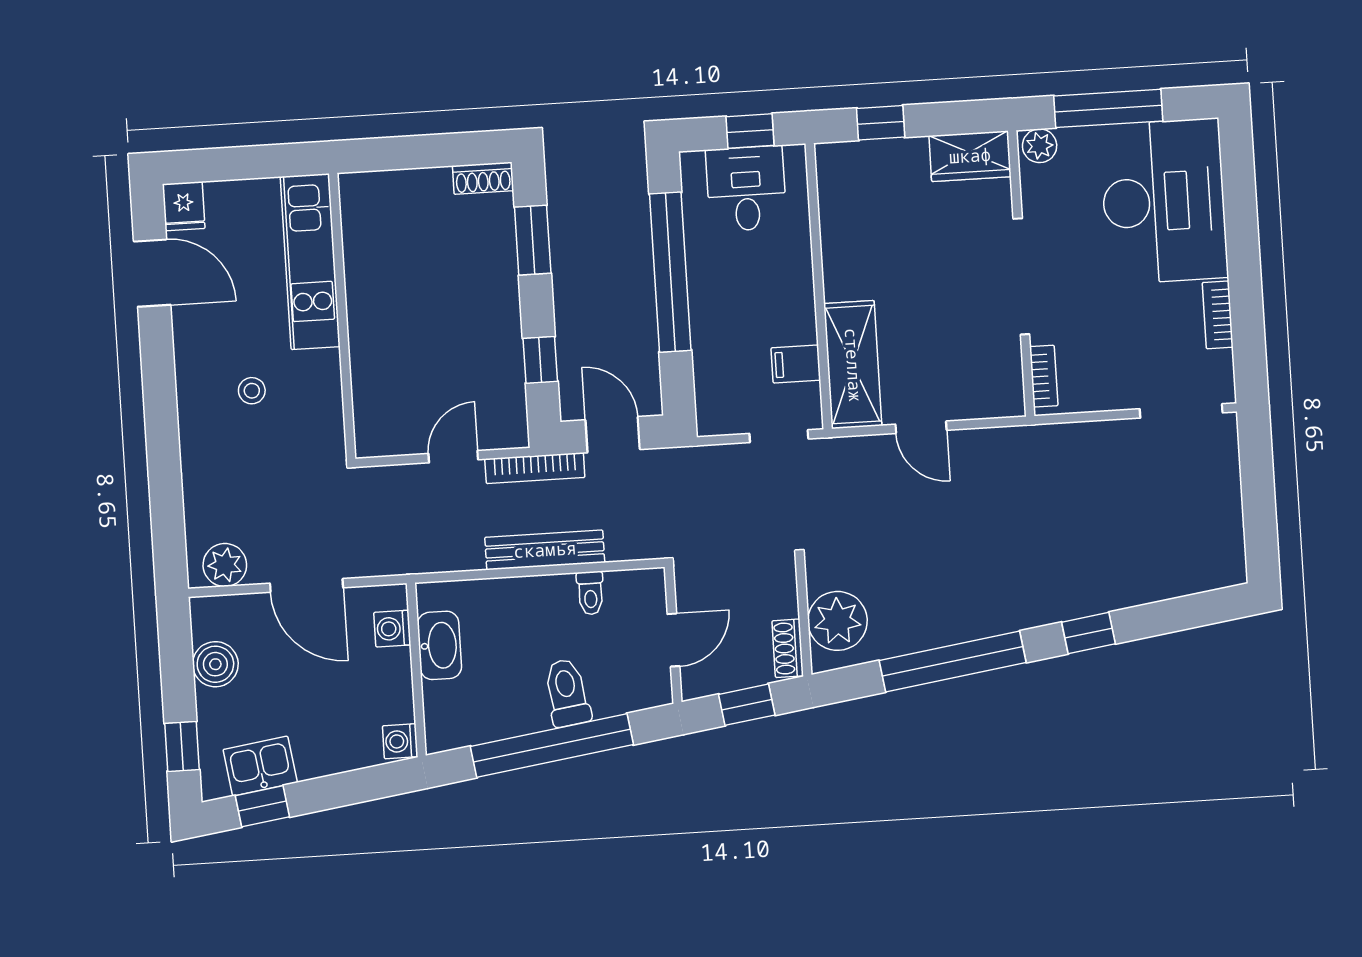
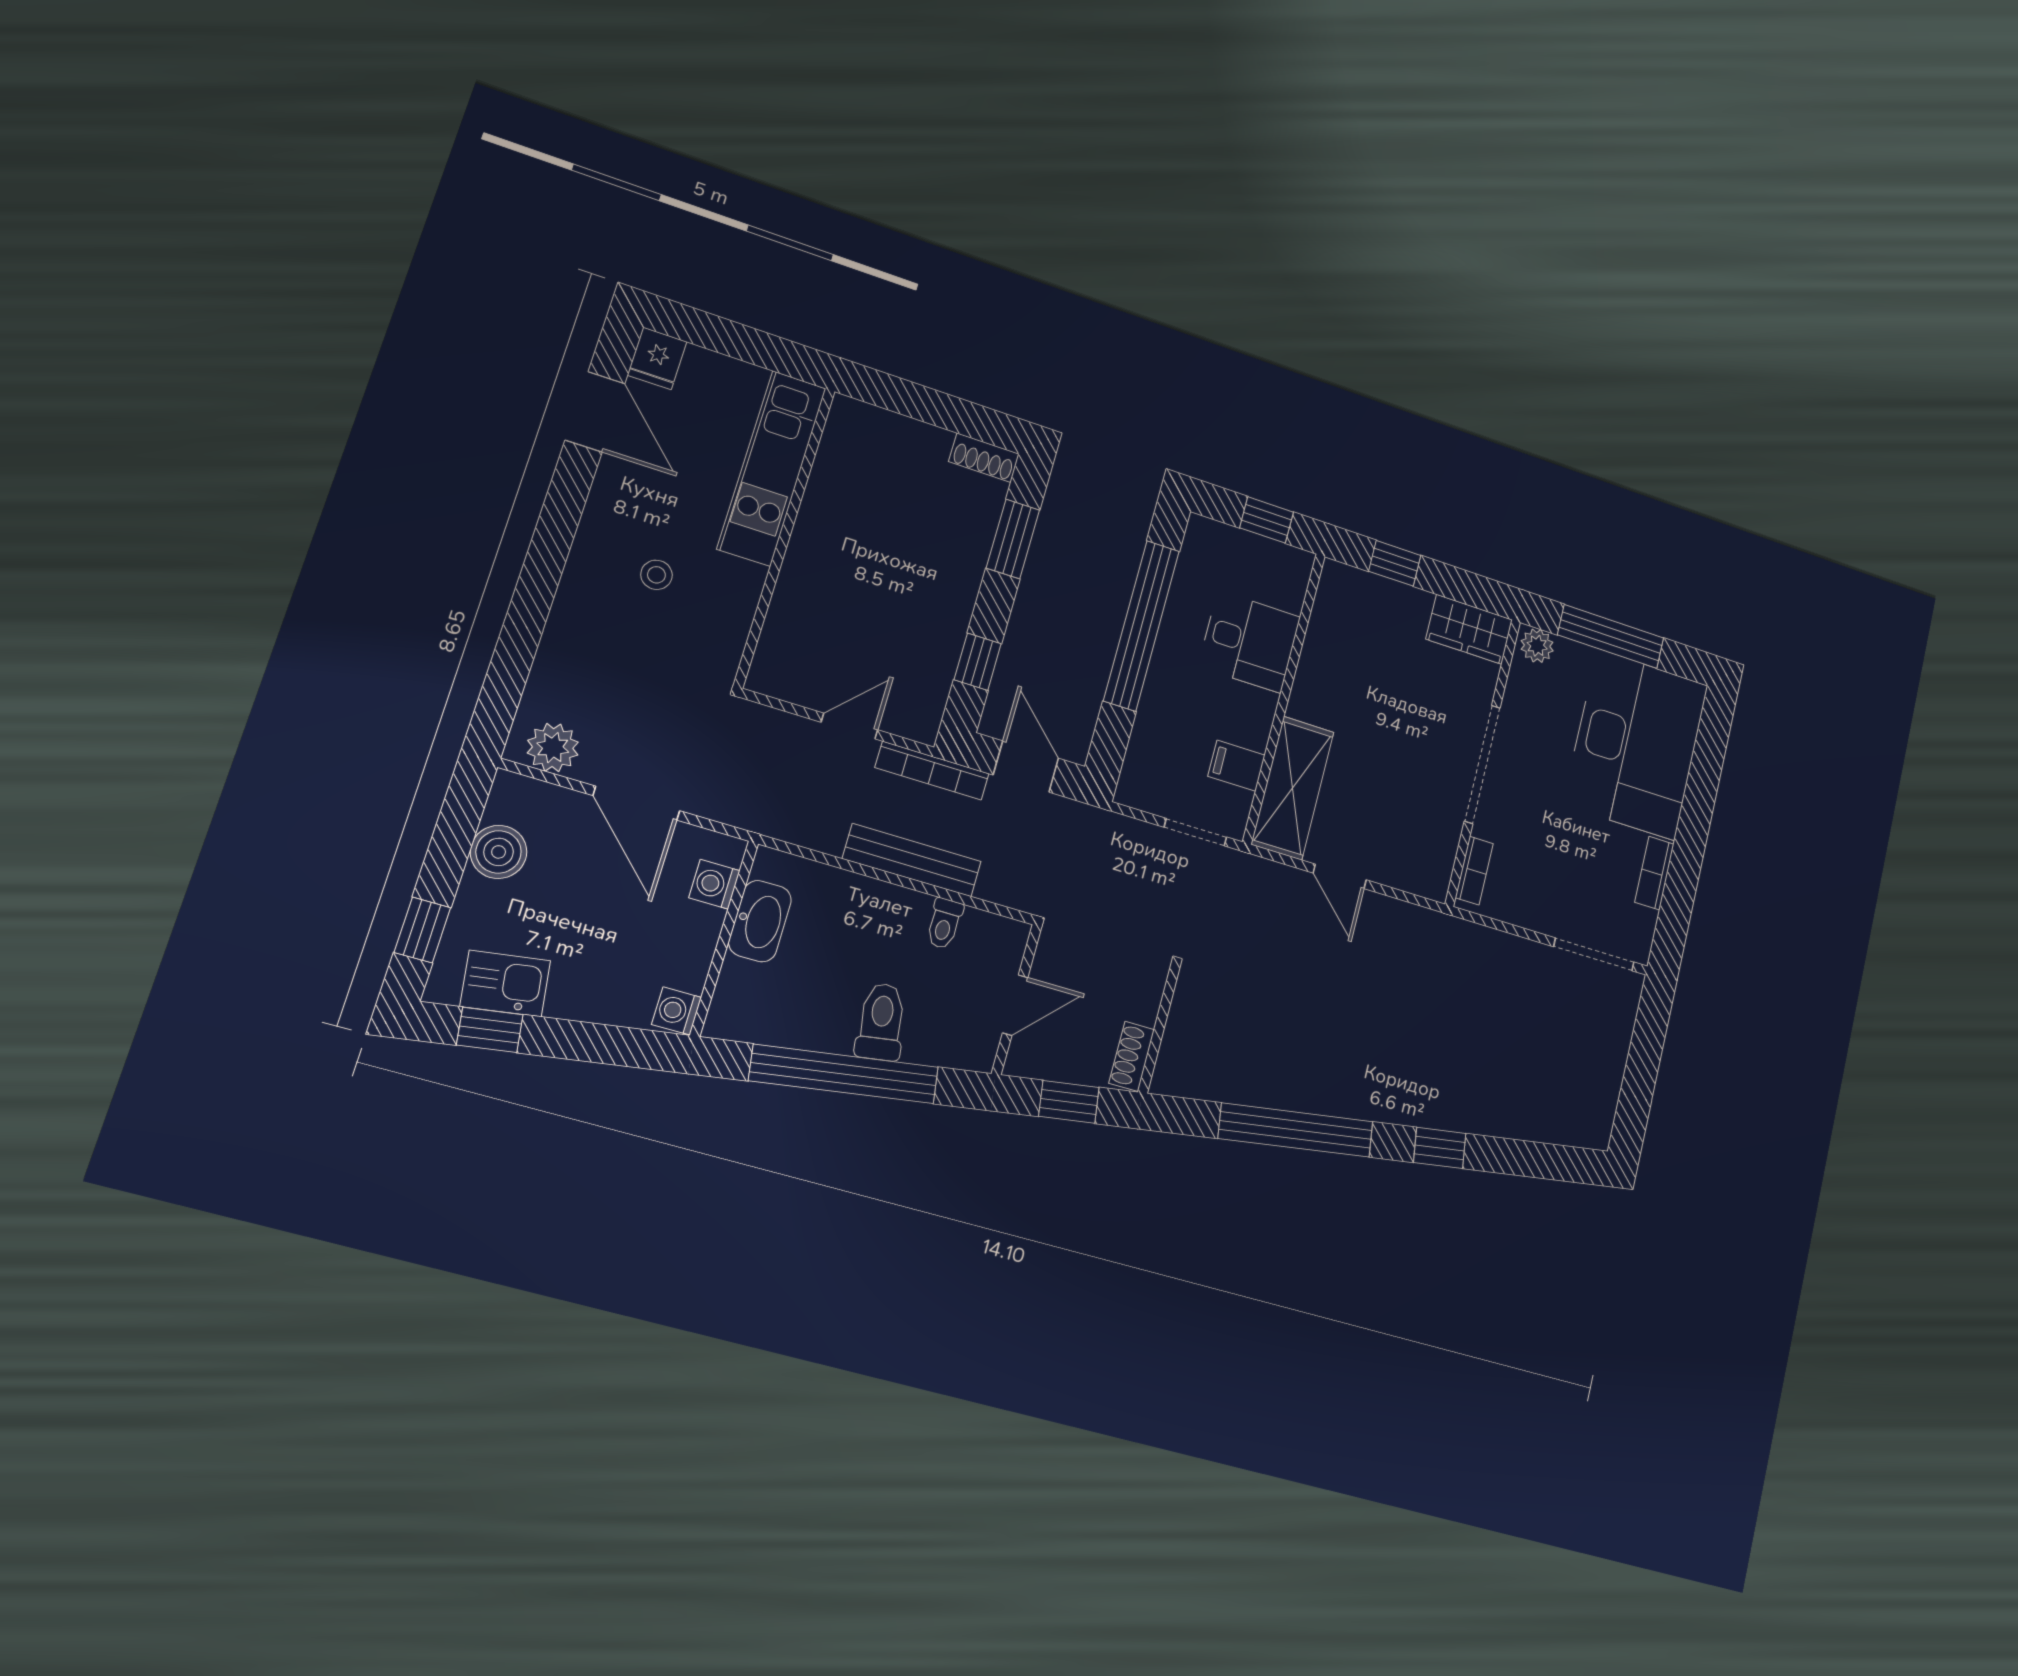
desk: (746, 189) -> (1249, 642), moved, turned 90
plant: (837, 621) -> (1192, 1046), removed

